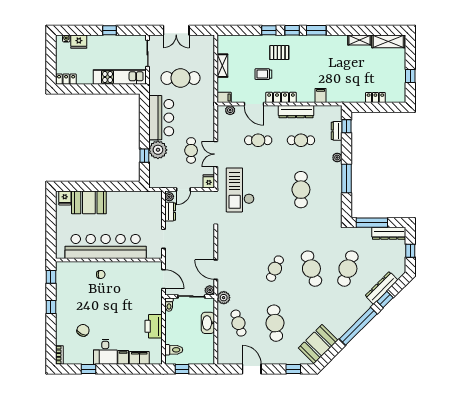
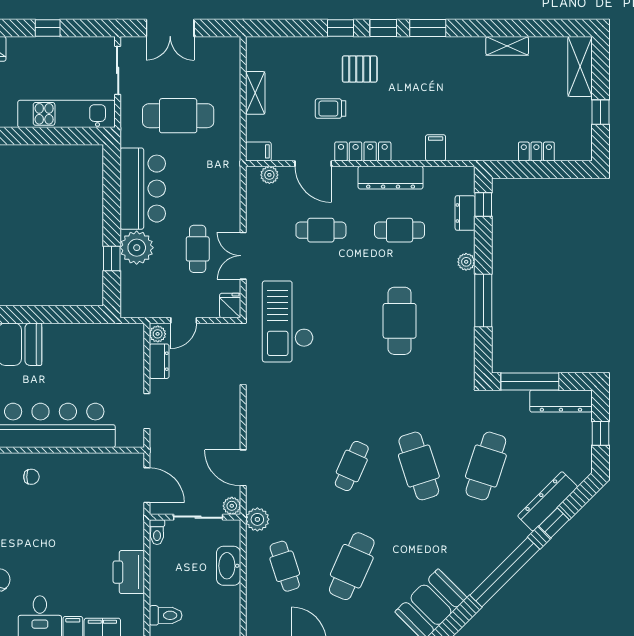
shelving: (388, 41) -> (580, 66), moved, turned 90
cafe table: (275, 323) -> (352, 566), turned 30

